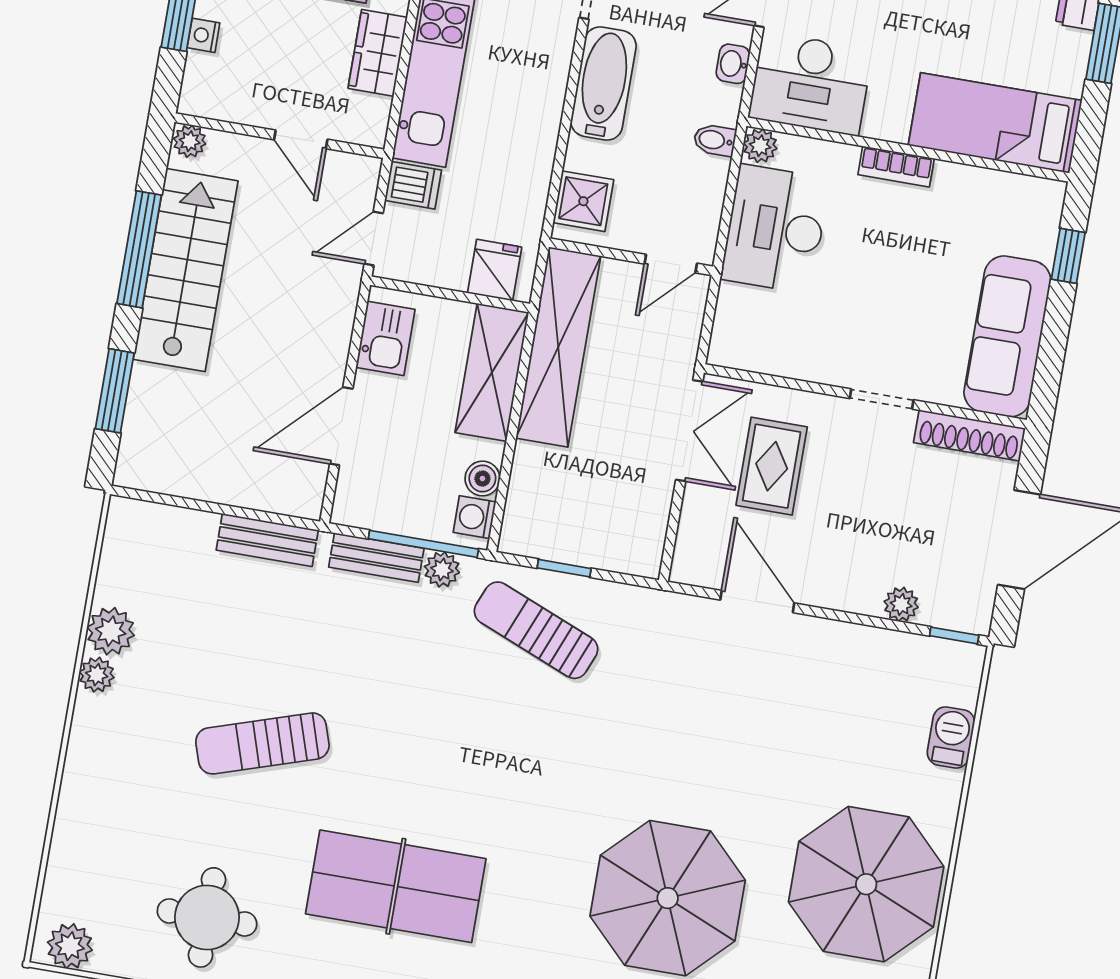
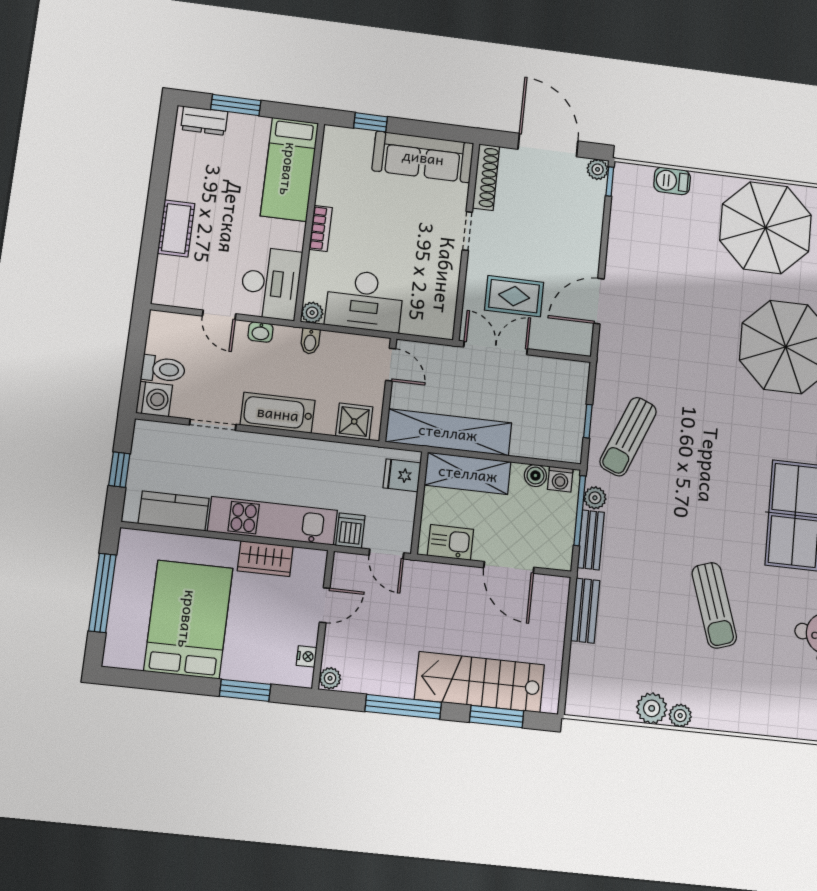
nightstand: (203, 35) -> (307, 656), moved, turned -90
stairs: (186, 270) -> (480, 682), moved
plant: (901, 604) -> (598, 169), moved

